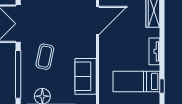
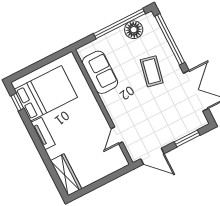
door: (98, 20) -> (117, 135), width x0.53
bed: (136, 81) -> (46, 93), width x1.50

